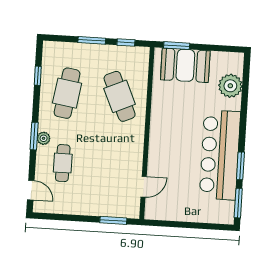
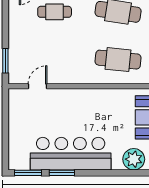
cafe table: (120, 96) -> (118, 60), turned 30
door: (144, 187) -> (37, 86), swing flipped

